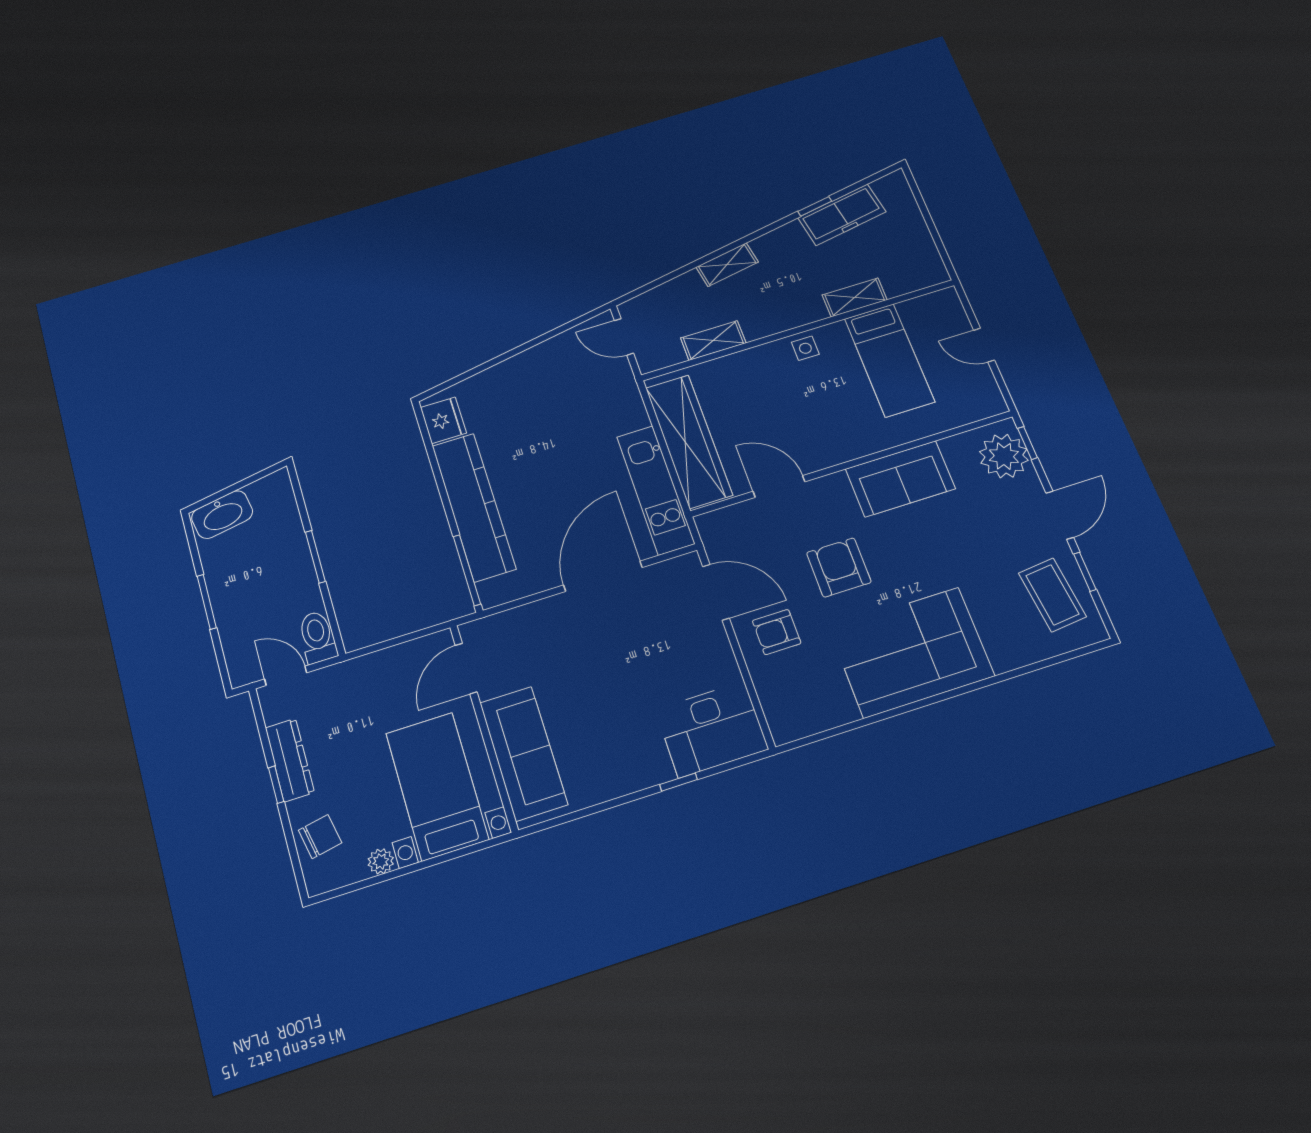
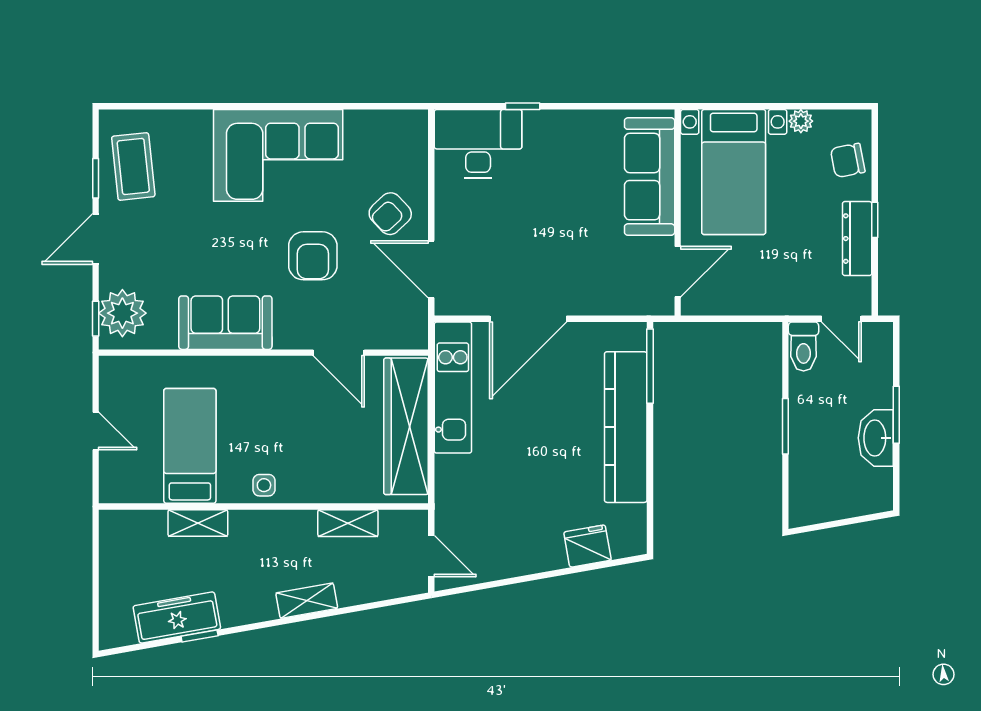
fridge: (443, 420) -> (587, 546), moved, turned 80
washbasin: (222, 515) -> (876, 438), moved, turned -80
armchair: (777, 632) -> (390, 214), turned 137

